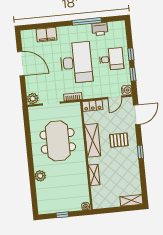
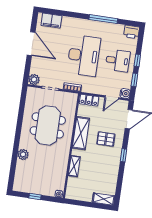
printer: (100, 29) -> (132, 32), moved
filing cabinet: (47, 35) -> (51, 21), moved

